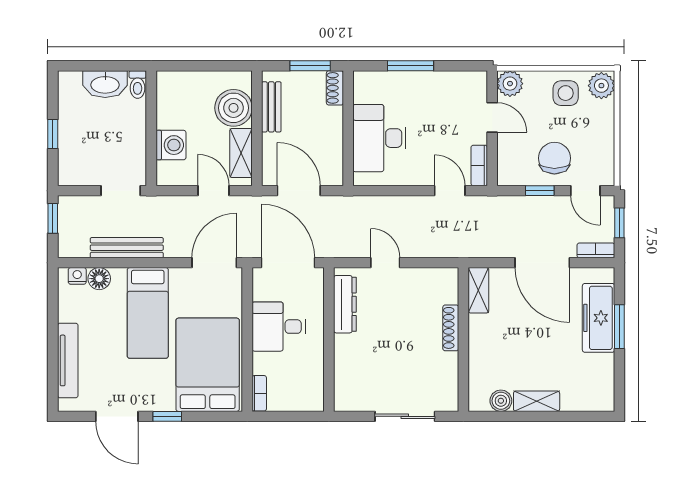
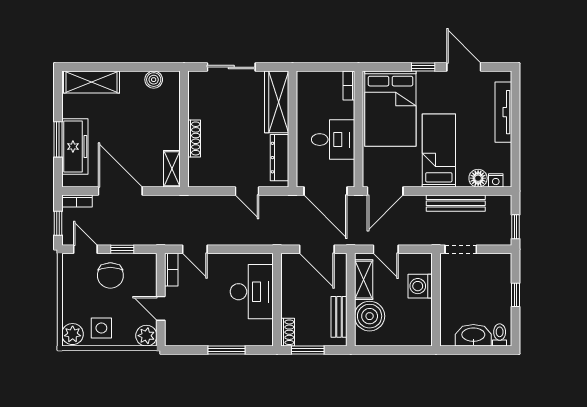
toilet: (138, 84) -> (500, 335), moved
wardrobe: (349, 373) -> (277, 102), added
shelving: (537, 401) -> (92, 82), moved, width x1.50, depth x1.33

